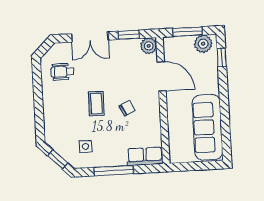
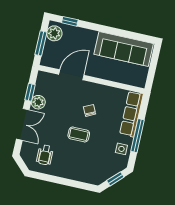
plant: (149, 46) -> (38, 102), moved
side table: (85, 146) -> (121, 149), moved
row of seats: (145, 156) -> (131, 114), width x1.48

